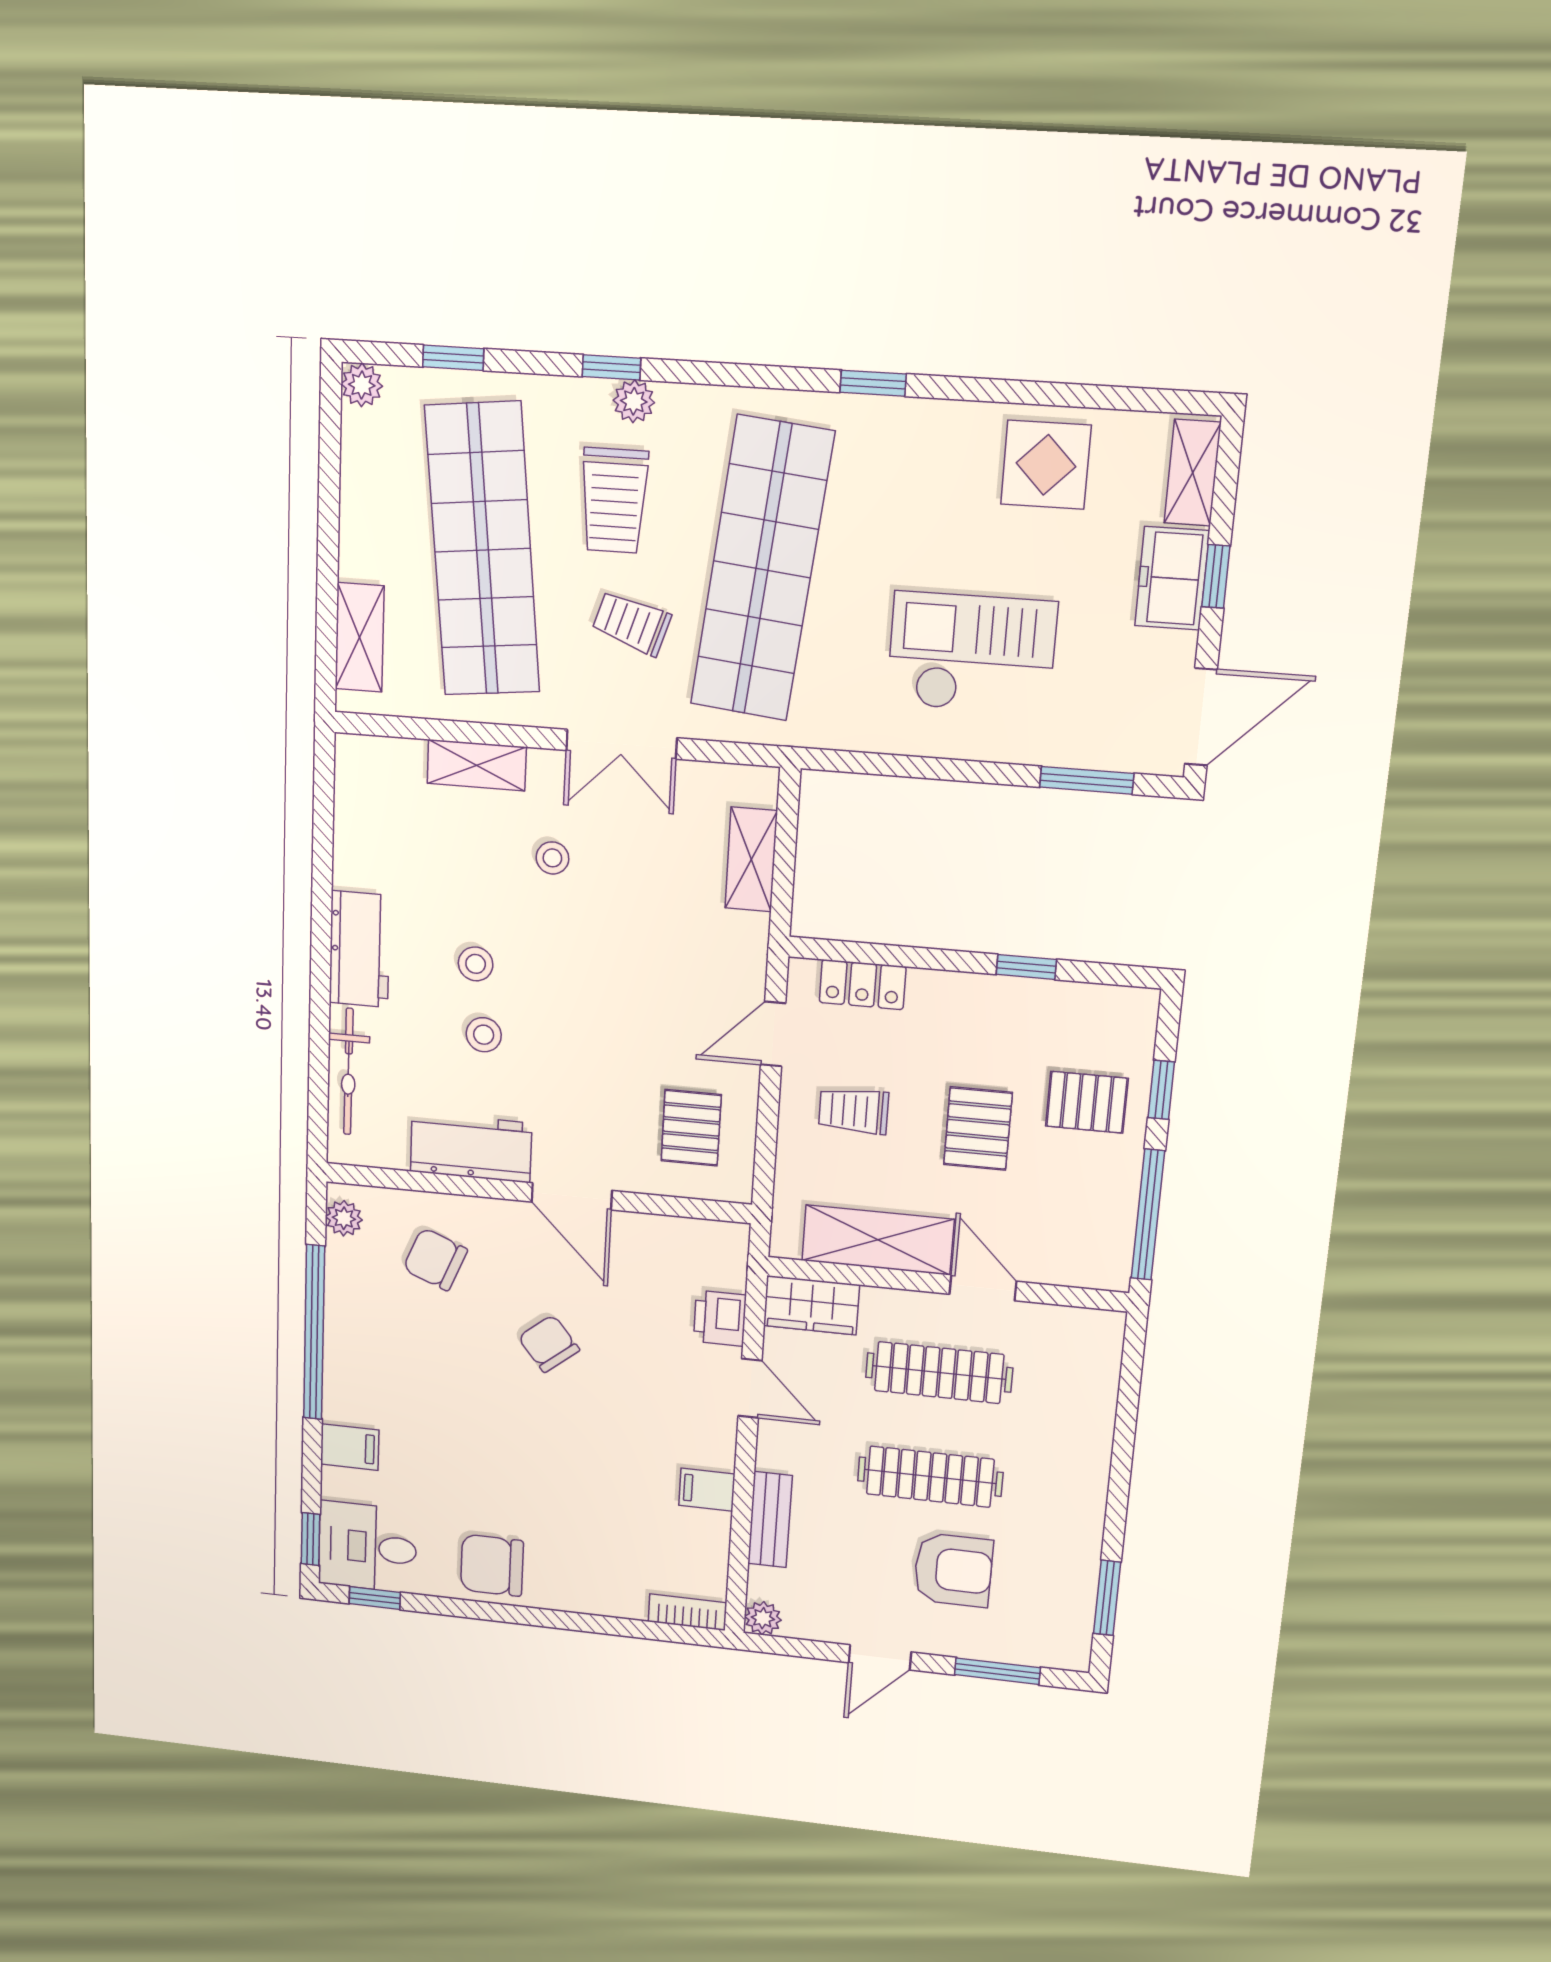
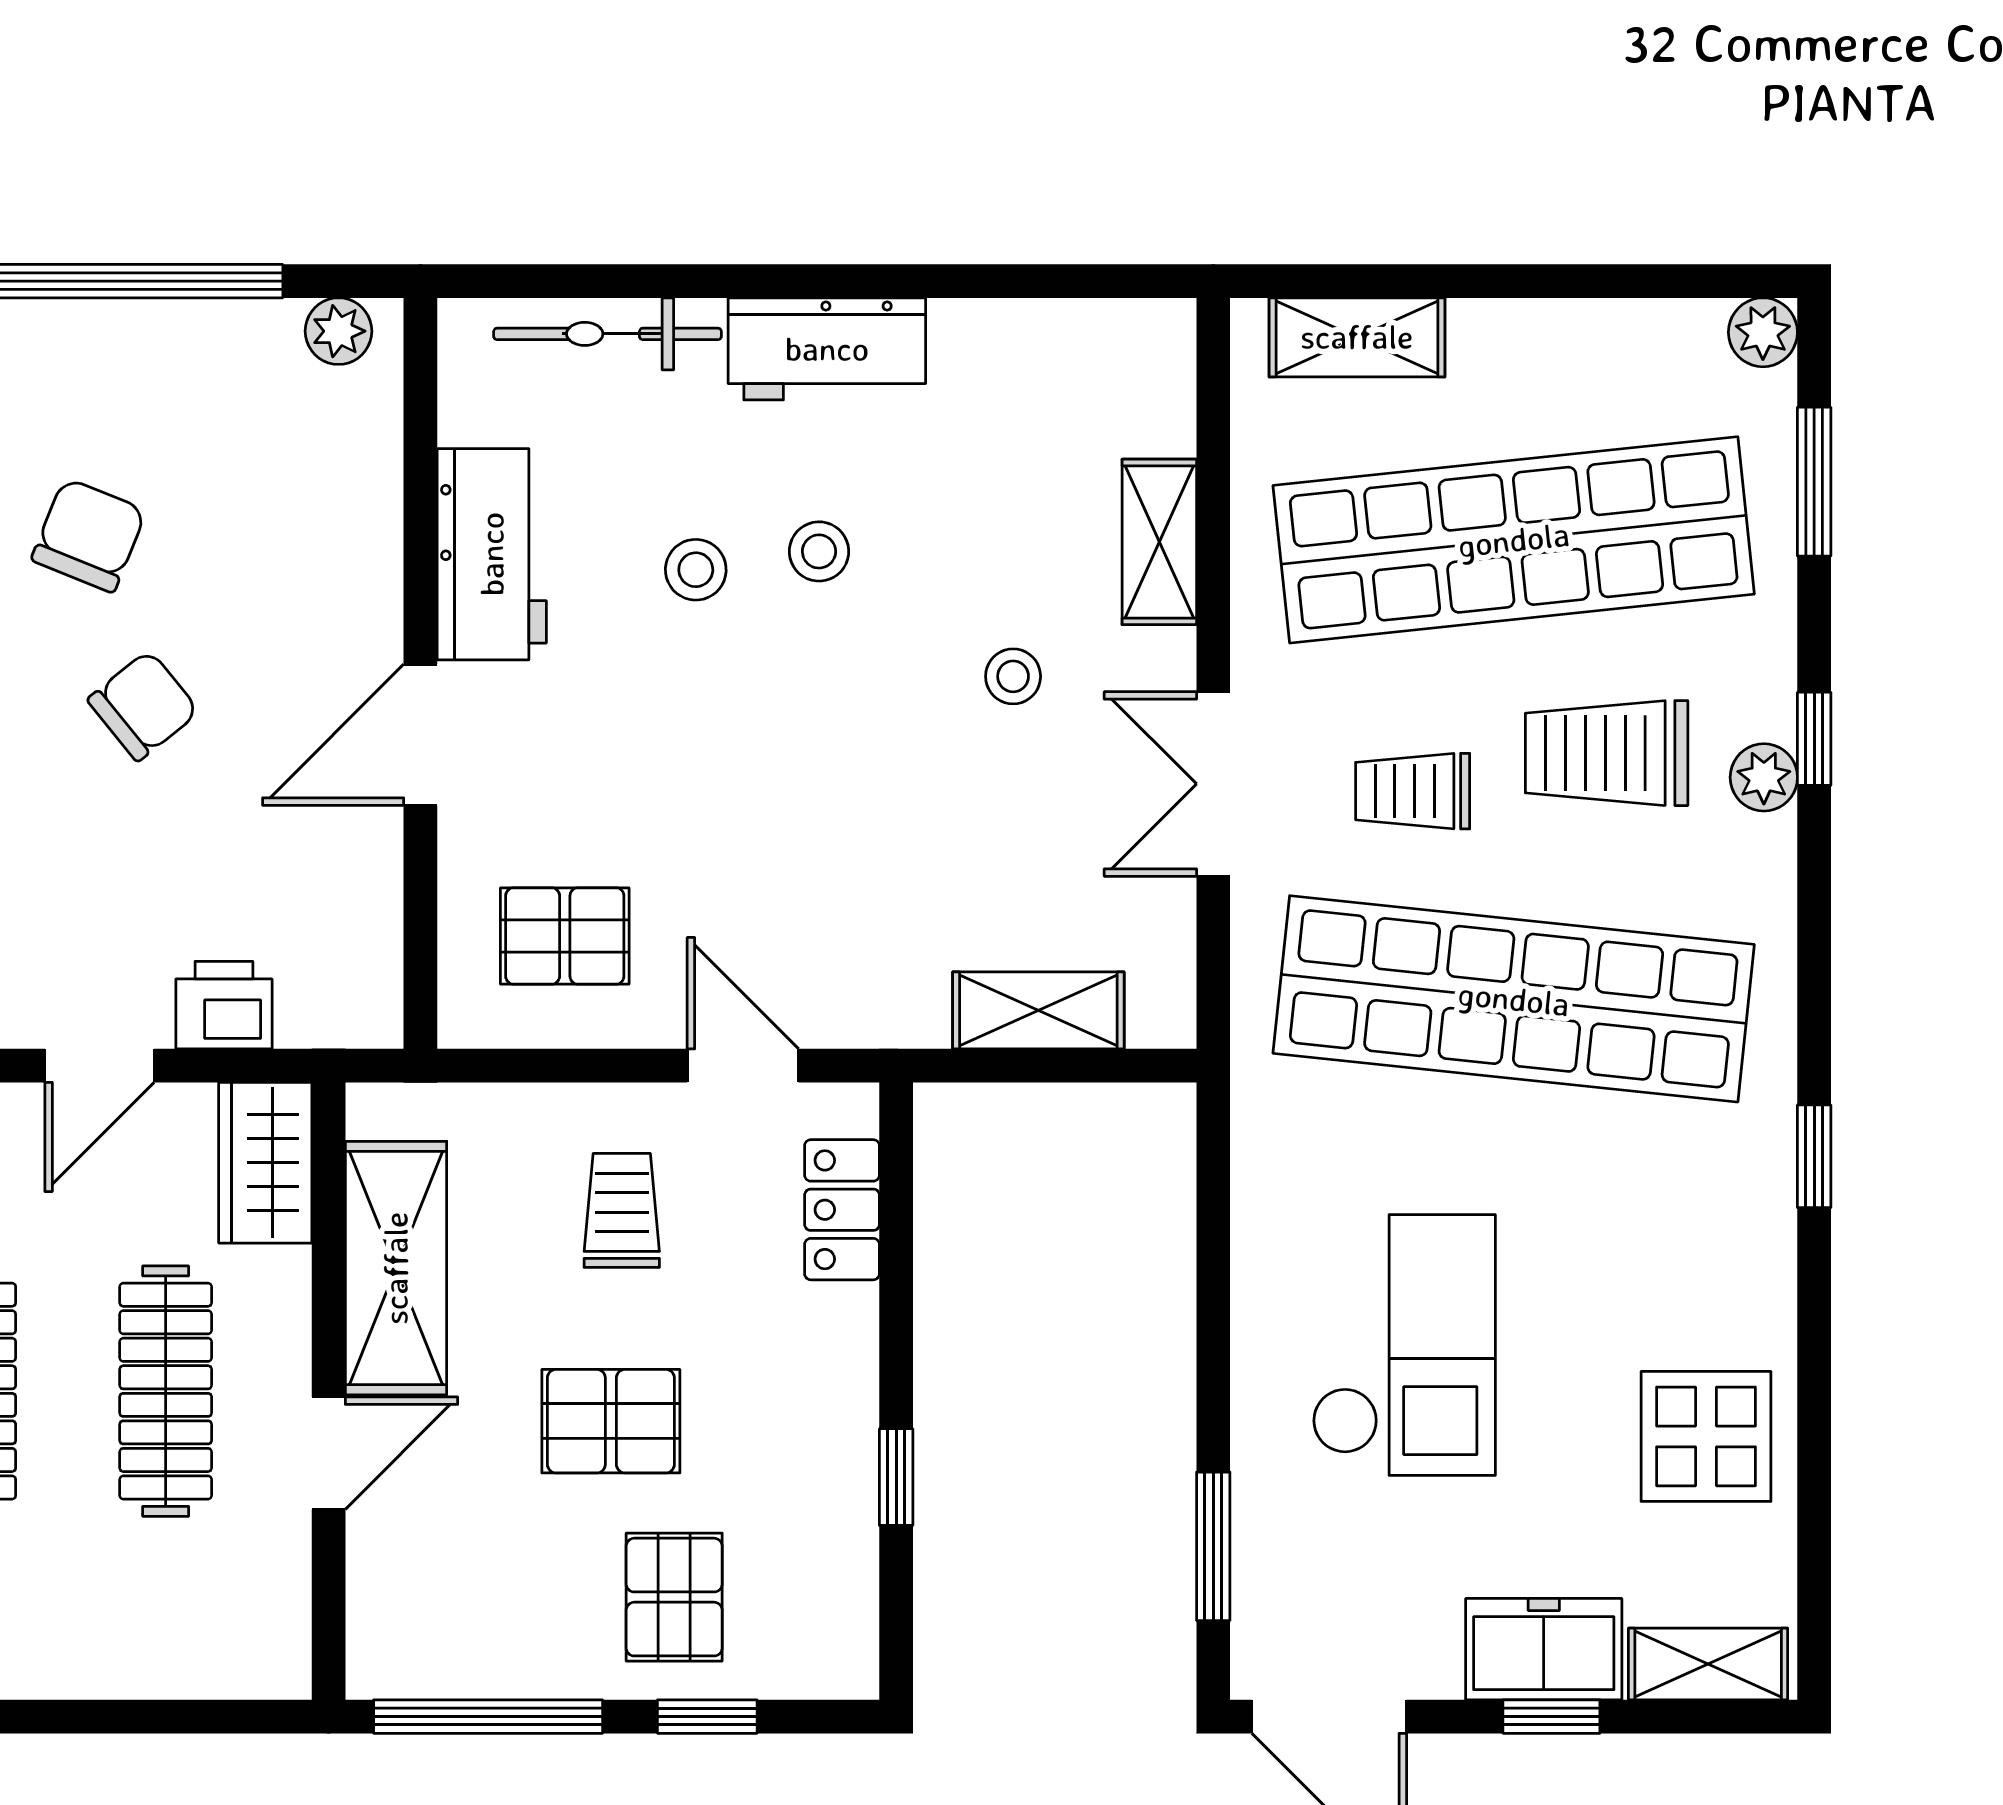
window: (453, 358) -> (1814, 482), width x1.50
trolley: (632, 623) -> (1413, 791), turned -108
chair: (435, 1259) -> (89, 535), moved

